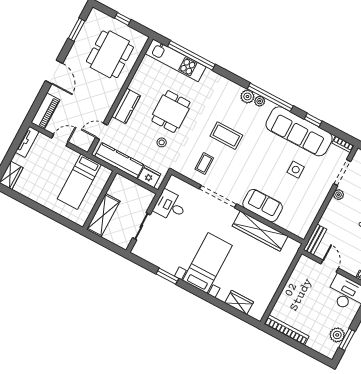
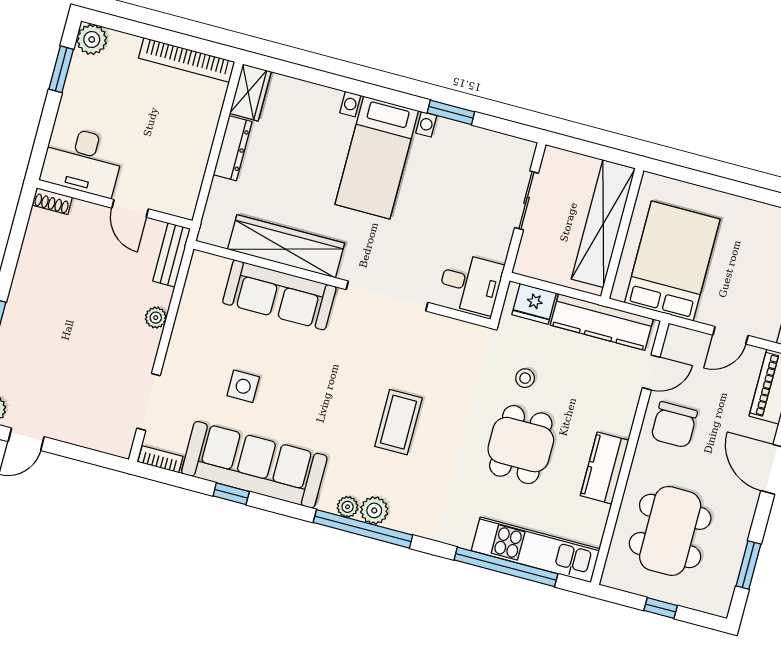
window: (270, 97) -> (363, 529), moved
chair: (96, 104) -> (674, 425), added
kitchen counter: (126, 106) -> (605, 468), moved
coffee table: (226, 136) -> (398, 422), turned 90
coffee table: (204, 164) -> (430, 356), removed
bed: (79, 182) -> (672, 261), width x1.50
plant: (339, 195) -> (156, 318), moved
desk: (170, 206) -> (471, 283), moved
sofa: (263, 206) -> (279, 295), width x1.36
shelving: (103, 215) -> (603, 224), width x1.47
dresser: (275, 283) -> (233, 148), added
wardrobe: (239, 302) -> (250, 92), moved, turned -90
plant: (337, 335) -> (92, 39), moved

